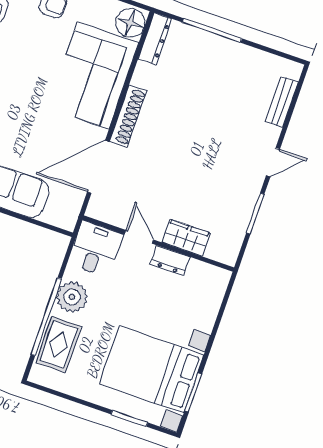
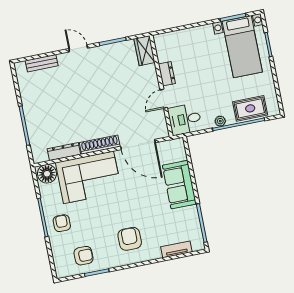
dresser: (155, 39) -> (64, 152), moved
wardrobe: (186, 238) -> (144, 51), moved
plant: (72, 297) -> (220, 121), width x0.53, depth x0.53
bed with nightstands: (152, 369) -> (242, 47), width x0.73

